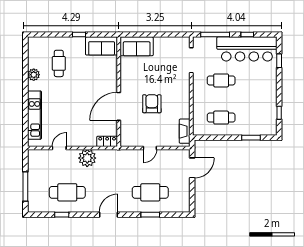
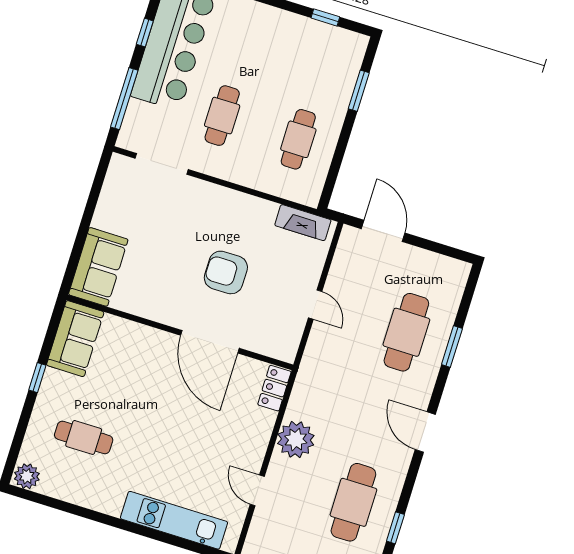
plant: (34, 75) -> (27, 476), moved

